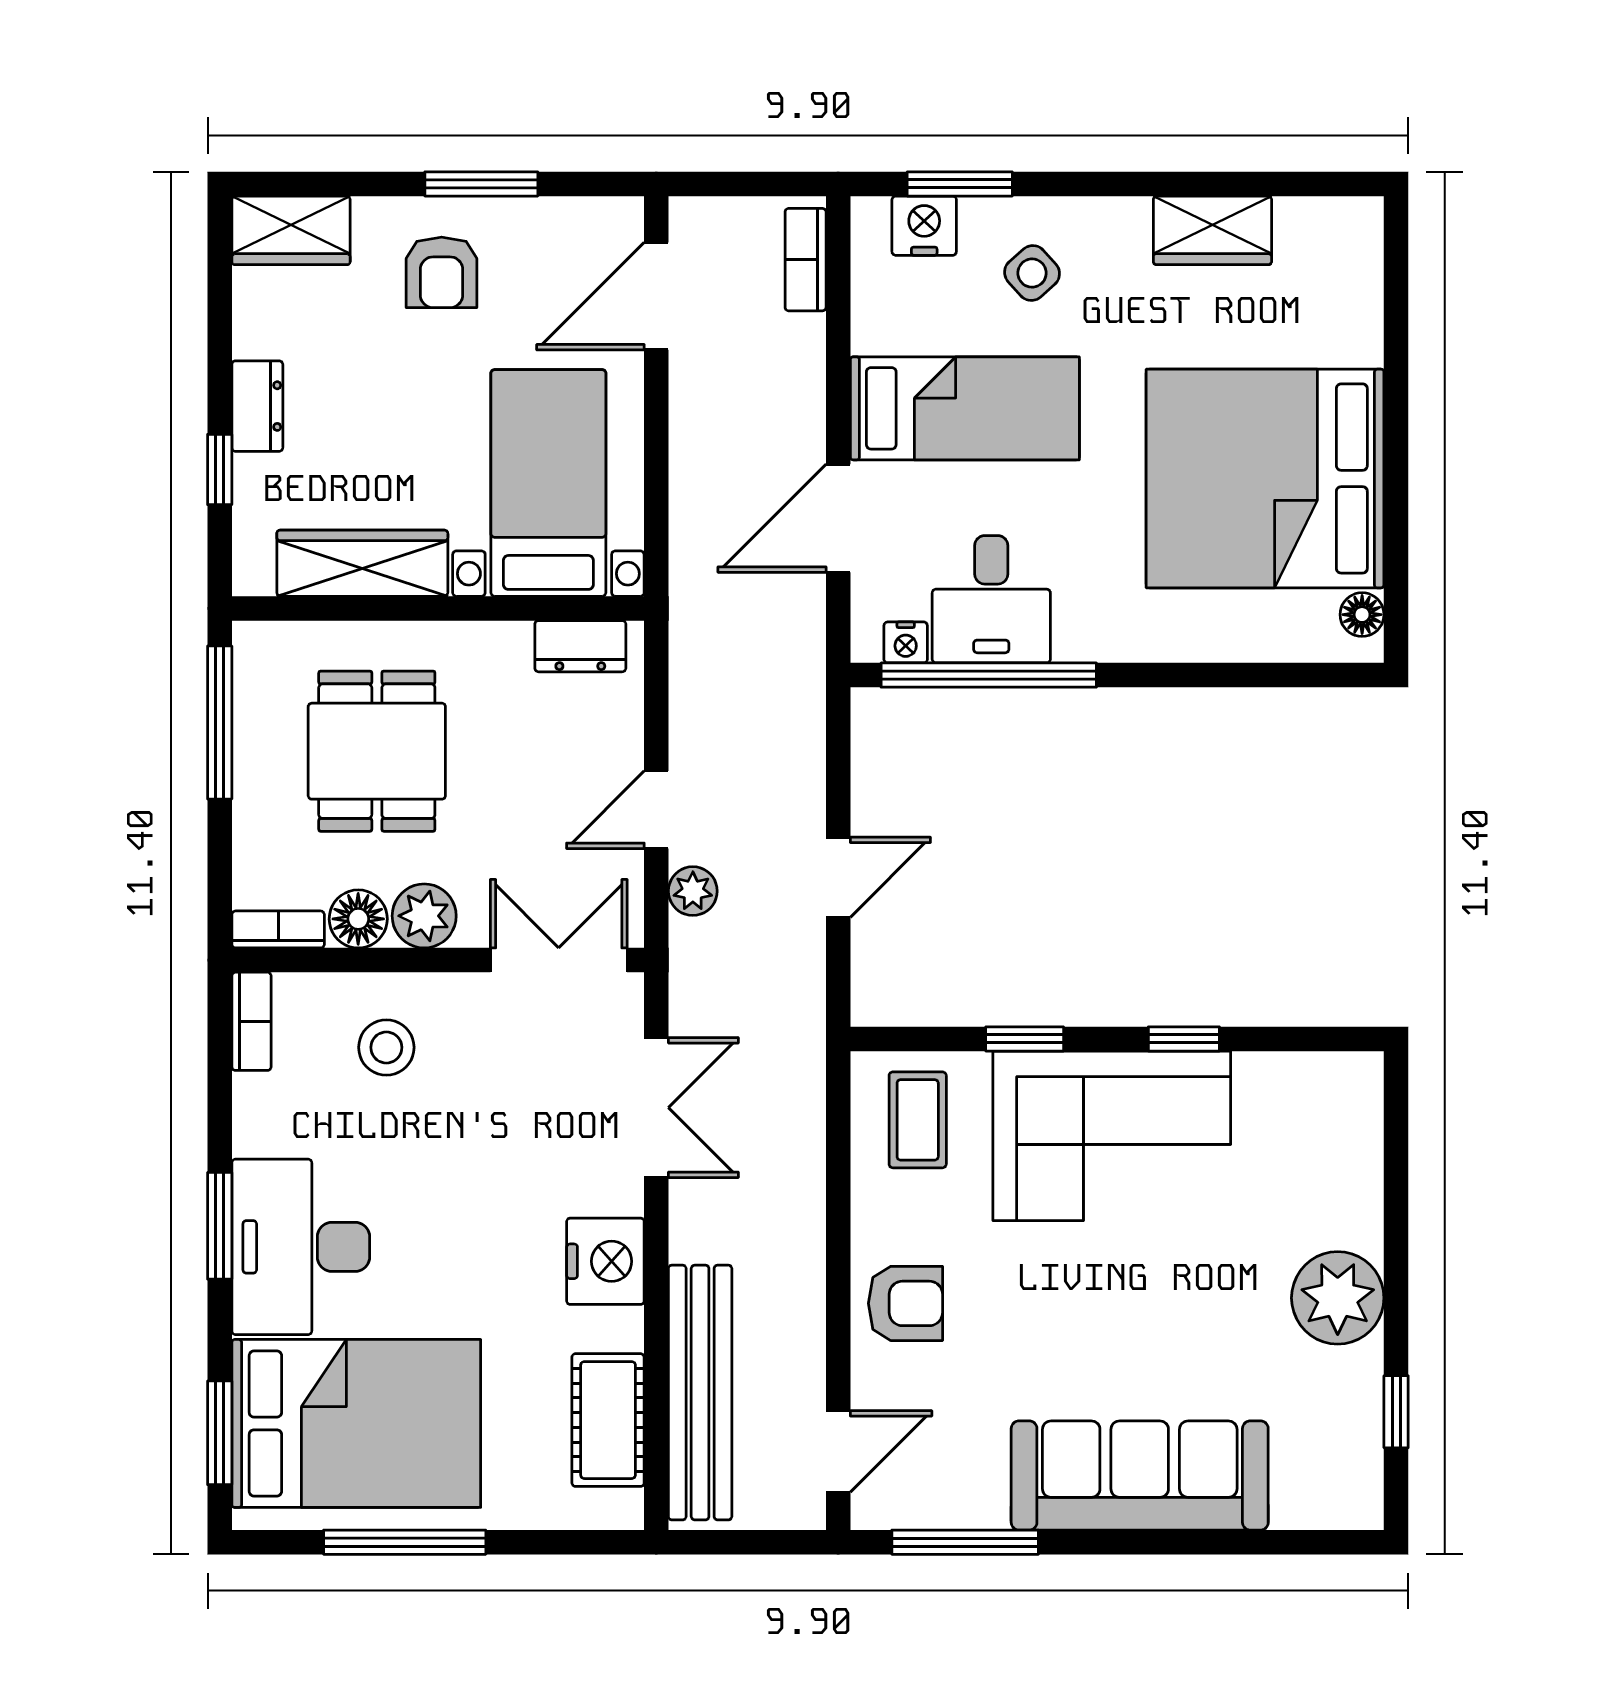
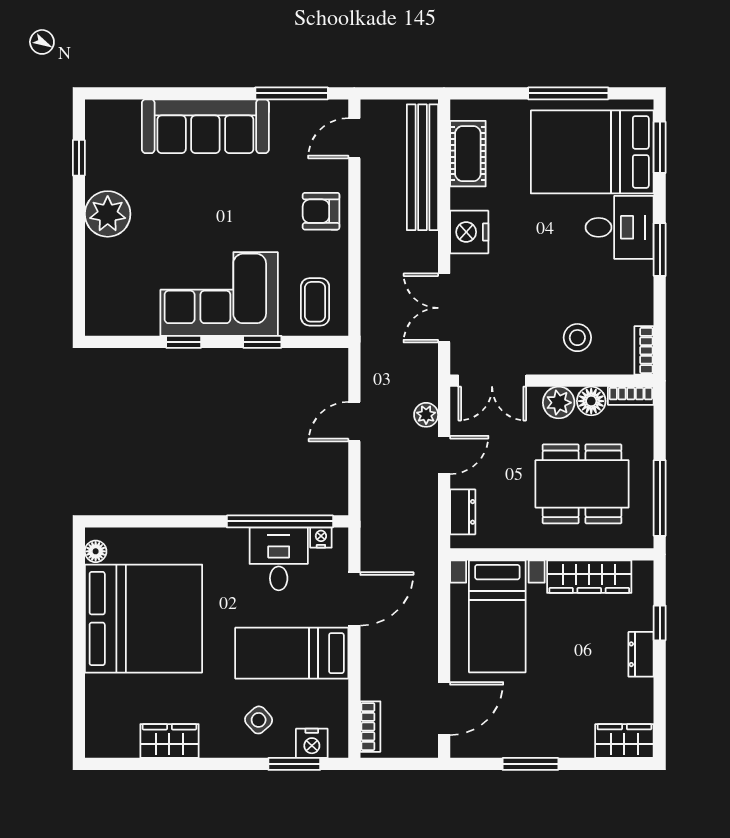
armchair: (442, 272) -> (550, 720), removed
dresser: (580, 646) -> (463, 512), moved, turned 90
dining table: (377, 751) -> (582, 484), width x1.38
desk: (301, 1247) -> (620, 227), width x0.73

